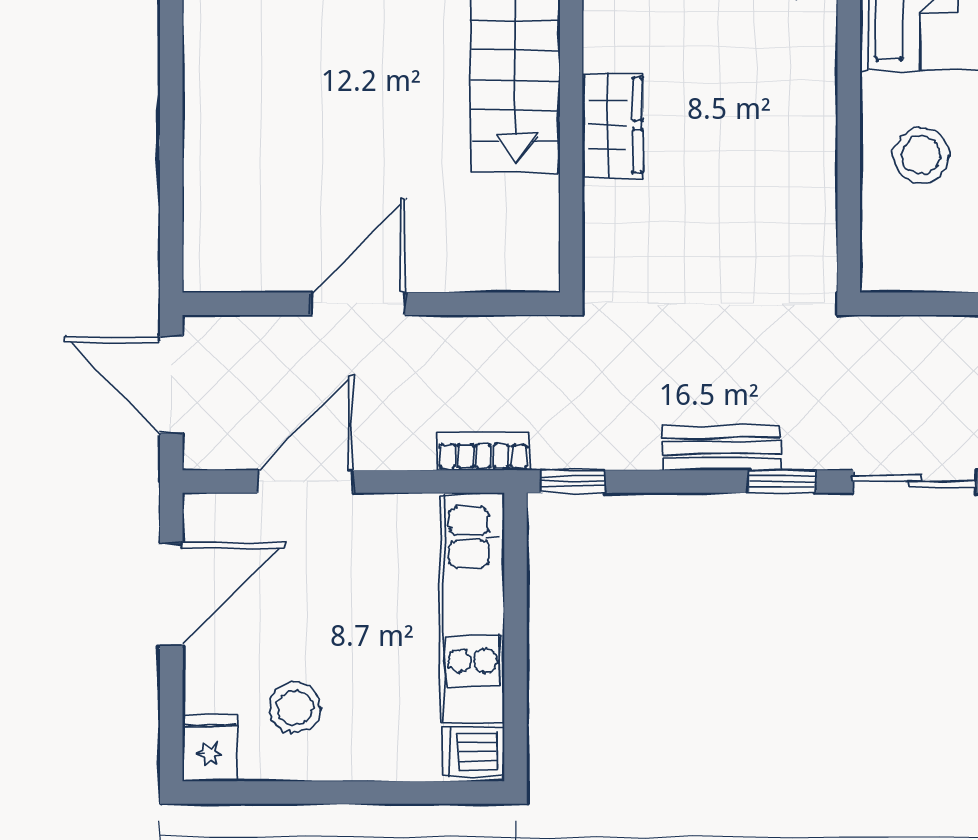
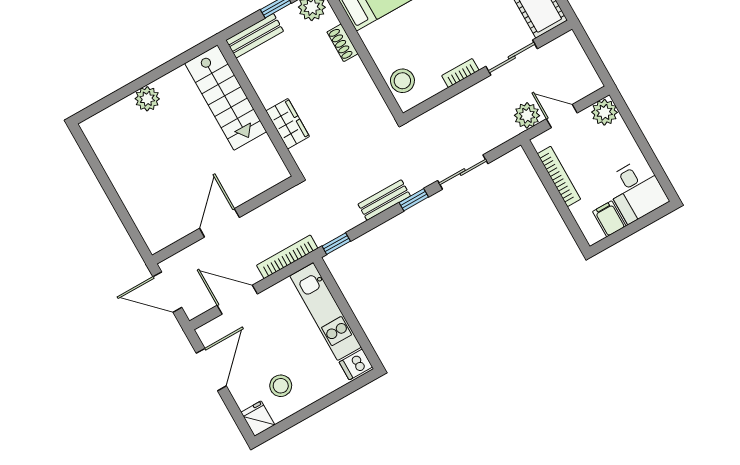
shoe rack: (818, 78) -> (342, 43), added
wardrobe: (612, 125) -> (288, 124), moved
stool: (921, 155) -> (402, 81), moved
bookcase: (483, 452) -> (287, 257), width x1.56
door: (305, 481) -> (237, 300), hinge flipped

